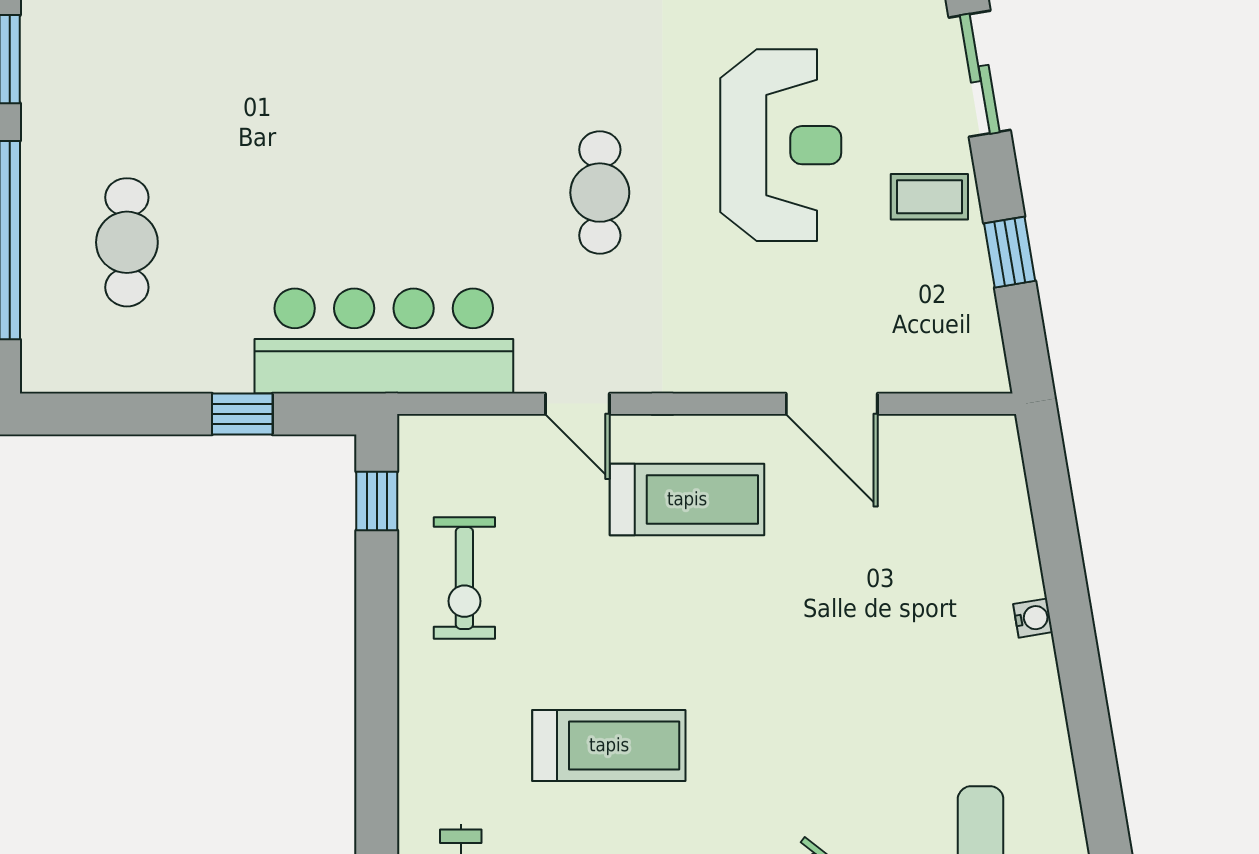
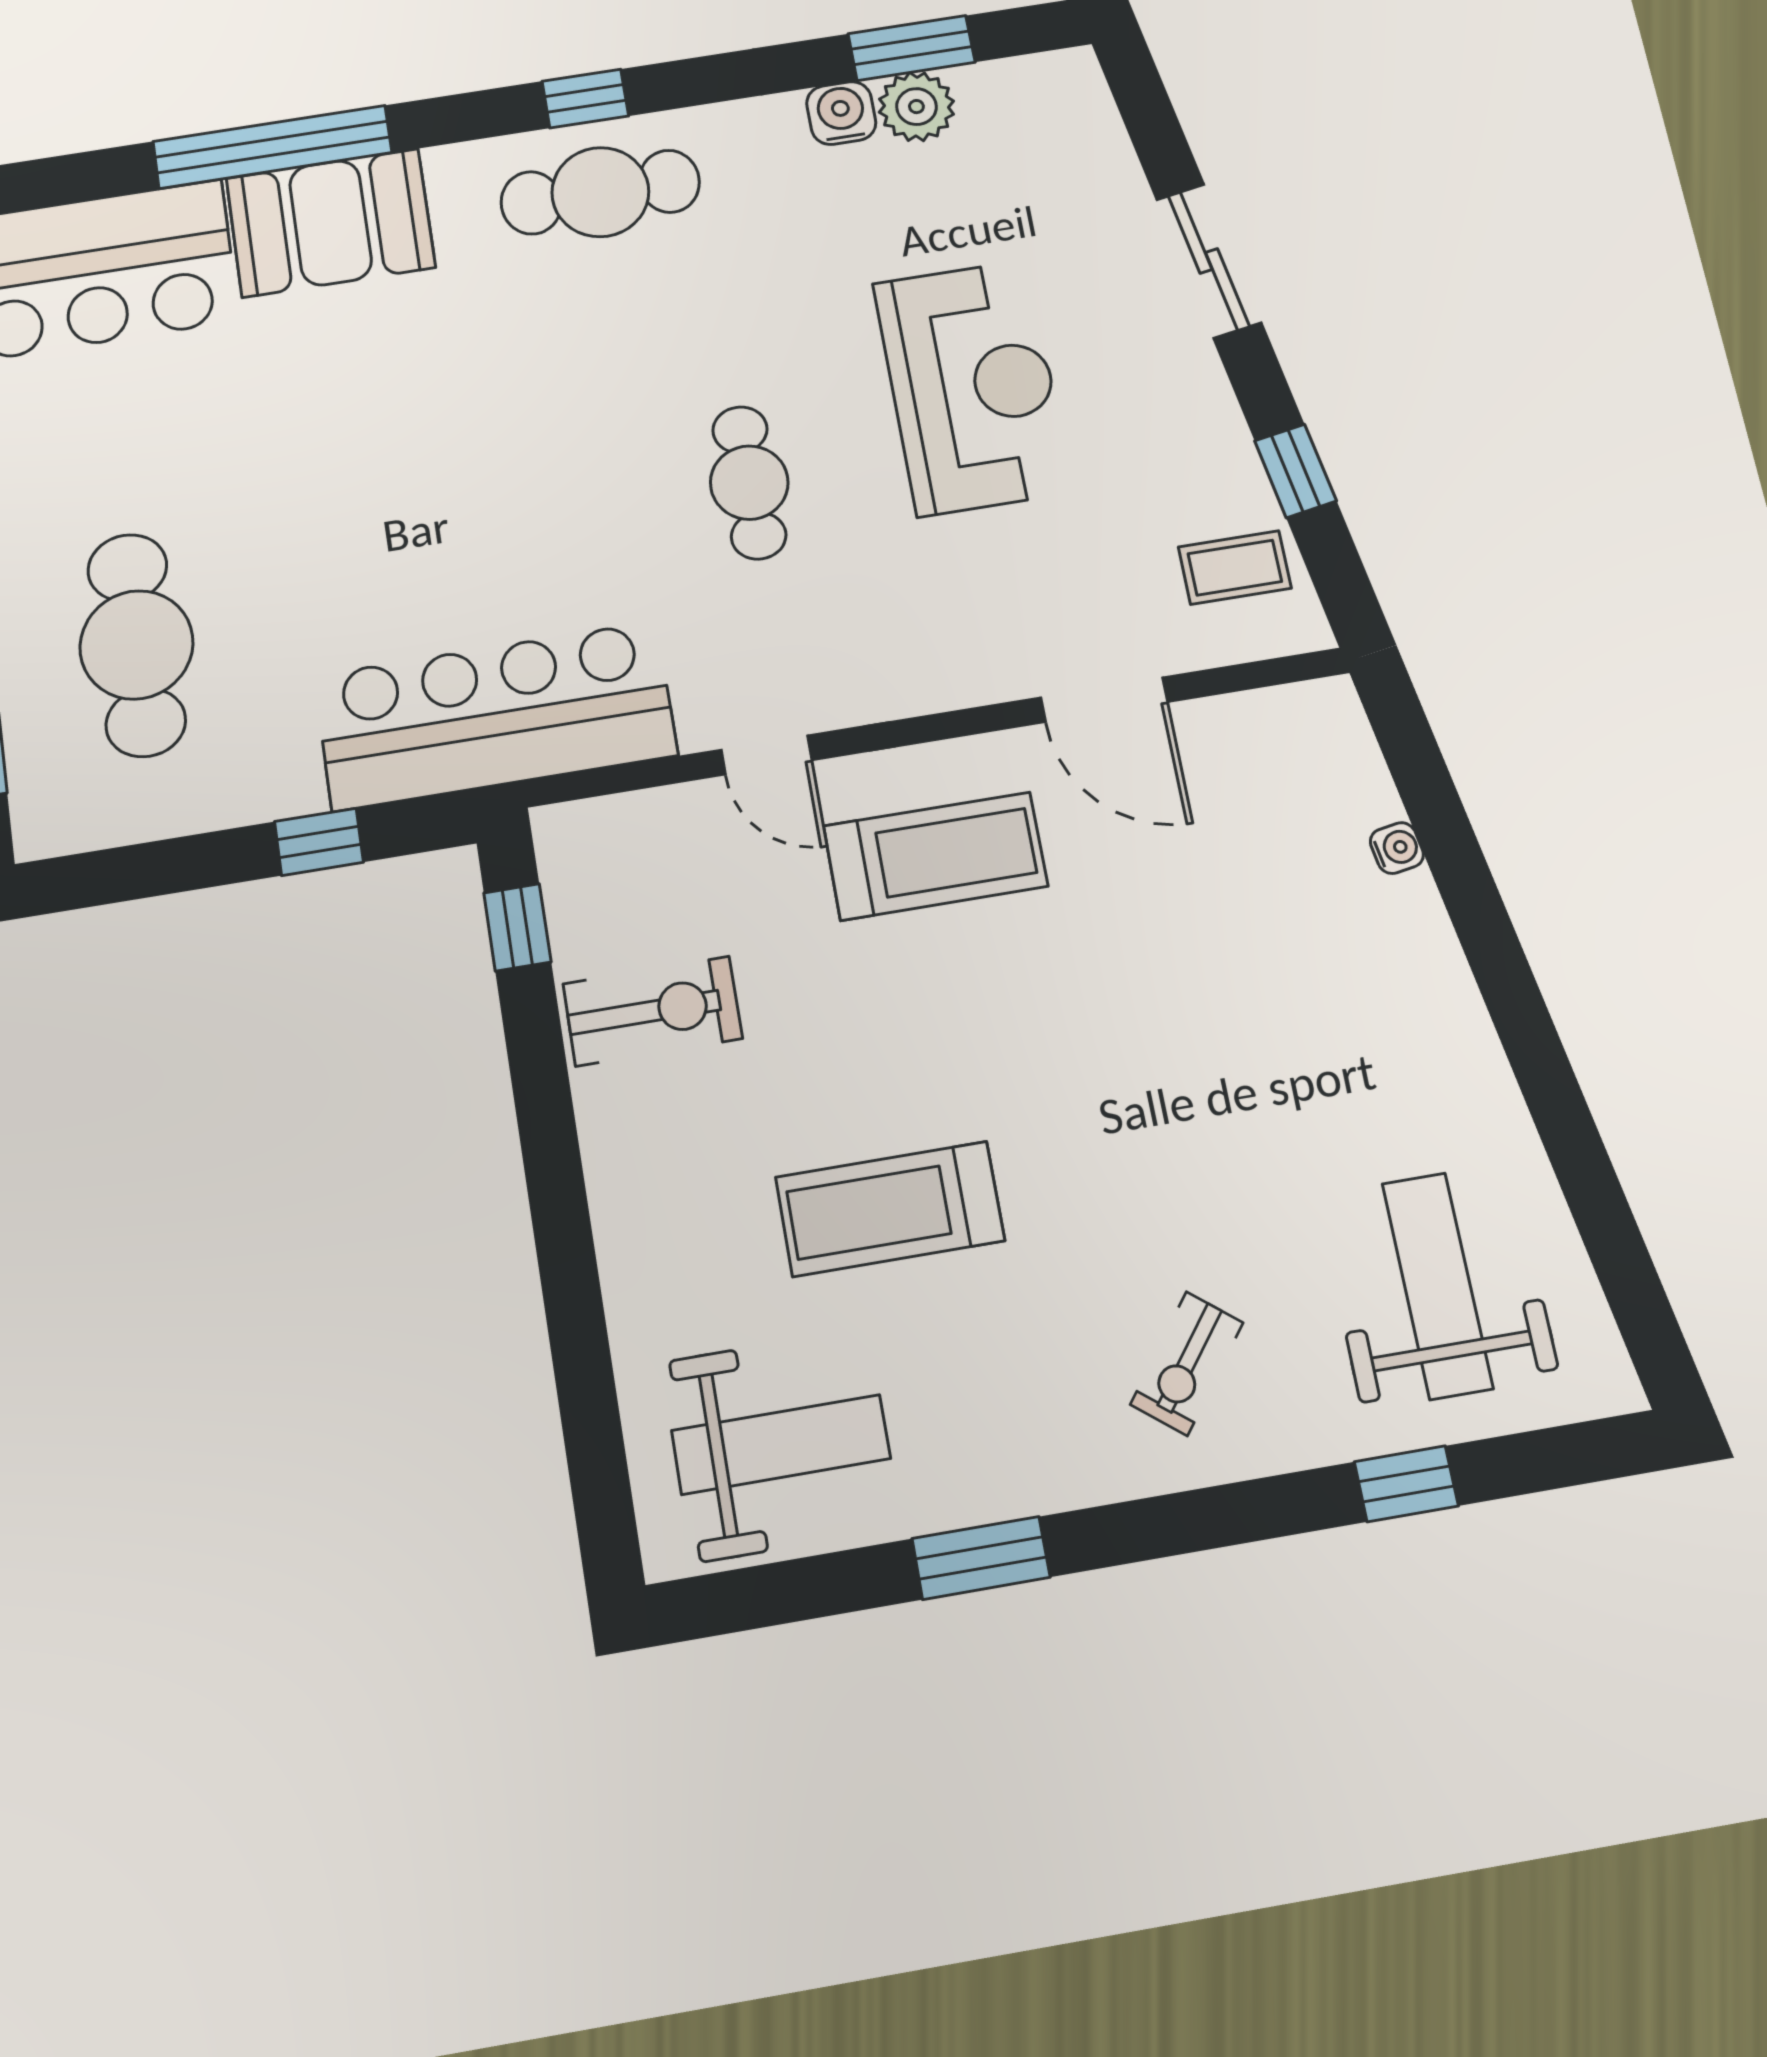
coffee table: (929, 197) -> (1235, 568), moved
cafe table: (127, 242) -> (136, 645), width x1.37, depth x1.35
exercise bike: (464, 578) -> (653, 1011), turned -90
water cooler: (1033, 618) -> (1397, 848), moved
treadmill: (609, 745) -> (890, 1209), turned 180

